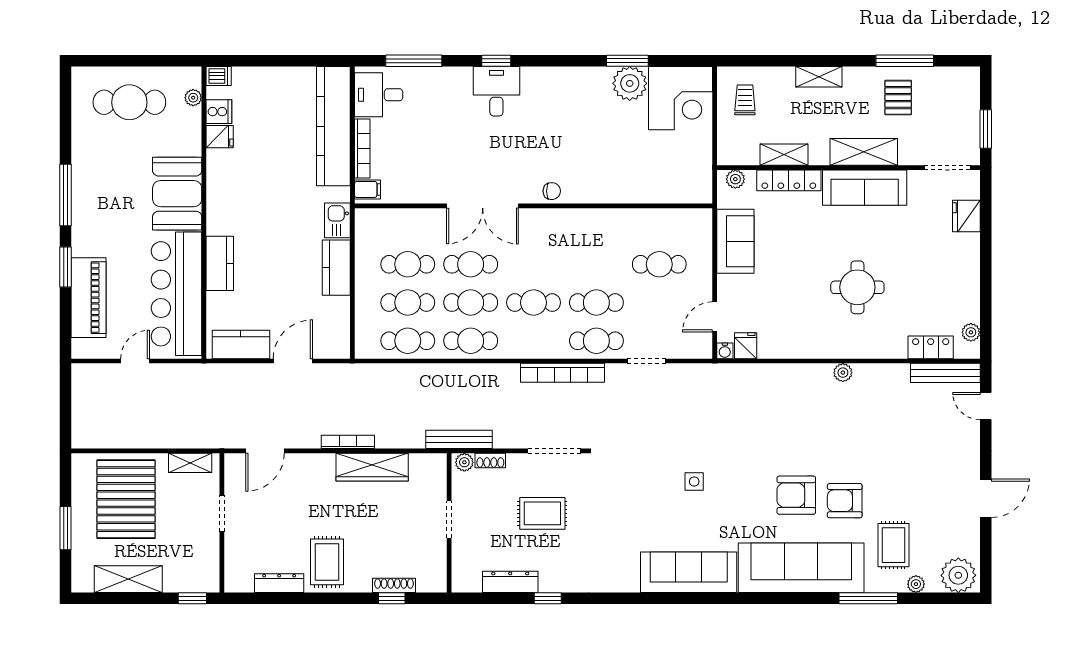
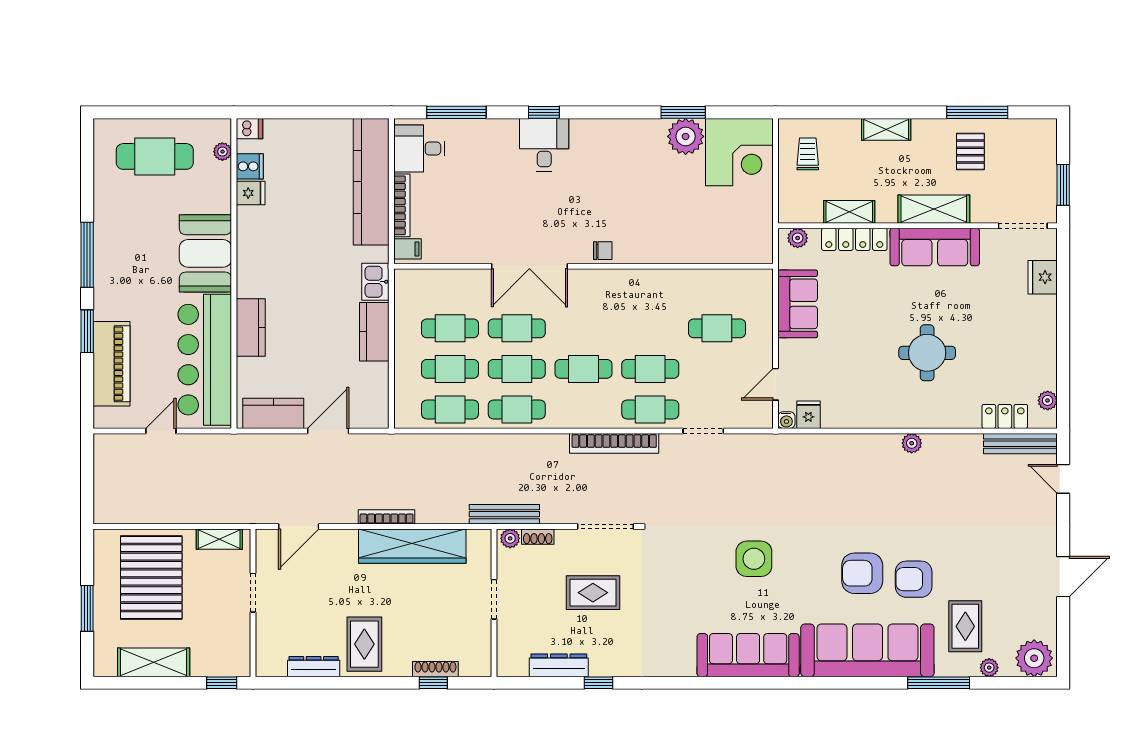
wardrobe: (372, 467) -> (412, 546), width x1.40, depth x1.17
side table: (694, 482) -> (754, 559), width x1.87, depth x1.87

